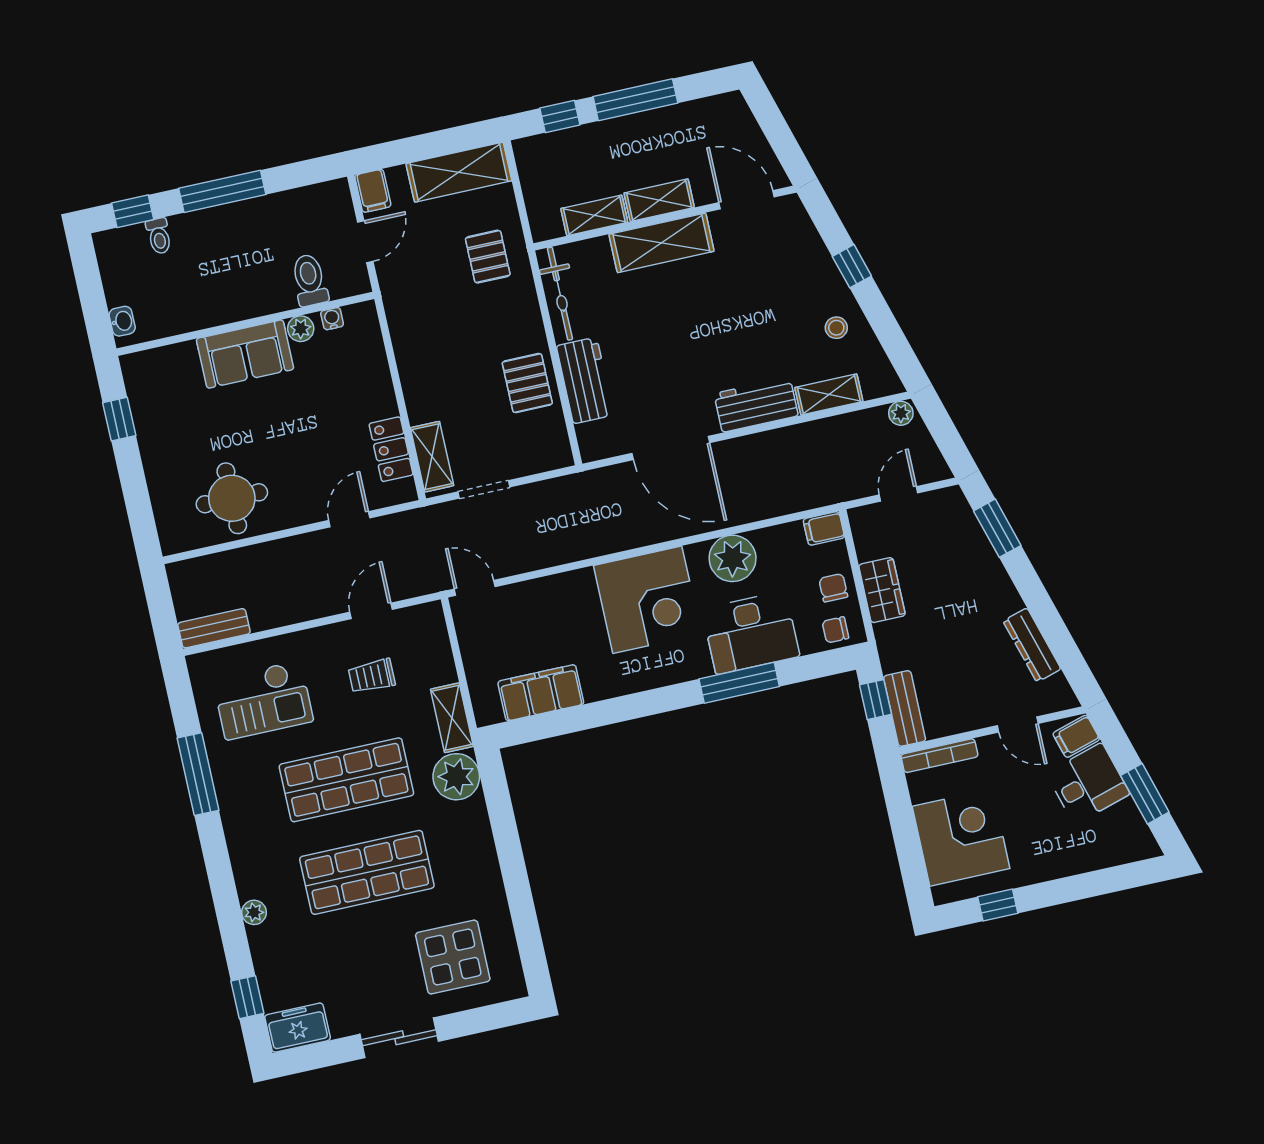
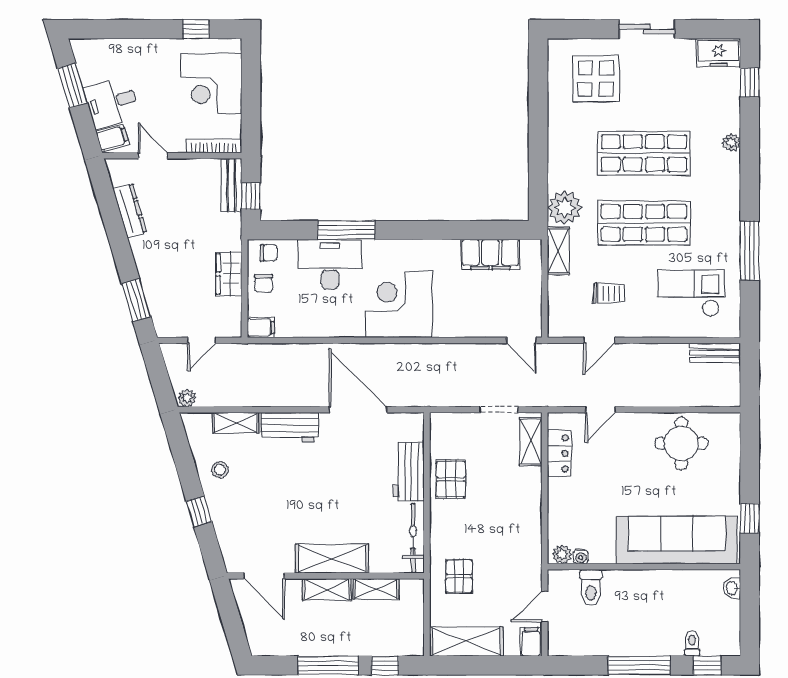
plant: (301, 329) -> (562, 554), moved
sofa: (245, 354) -> (677, 540), width x1.85, depth x1.27
plant: (733, 558) -> (331, 320), removed

